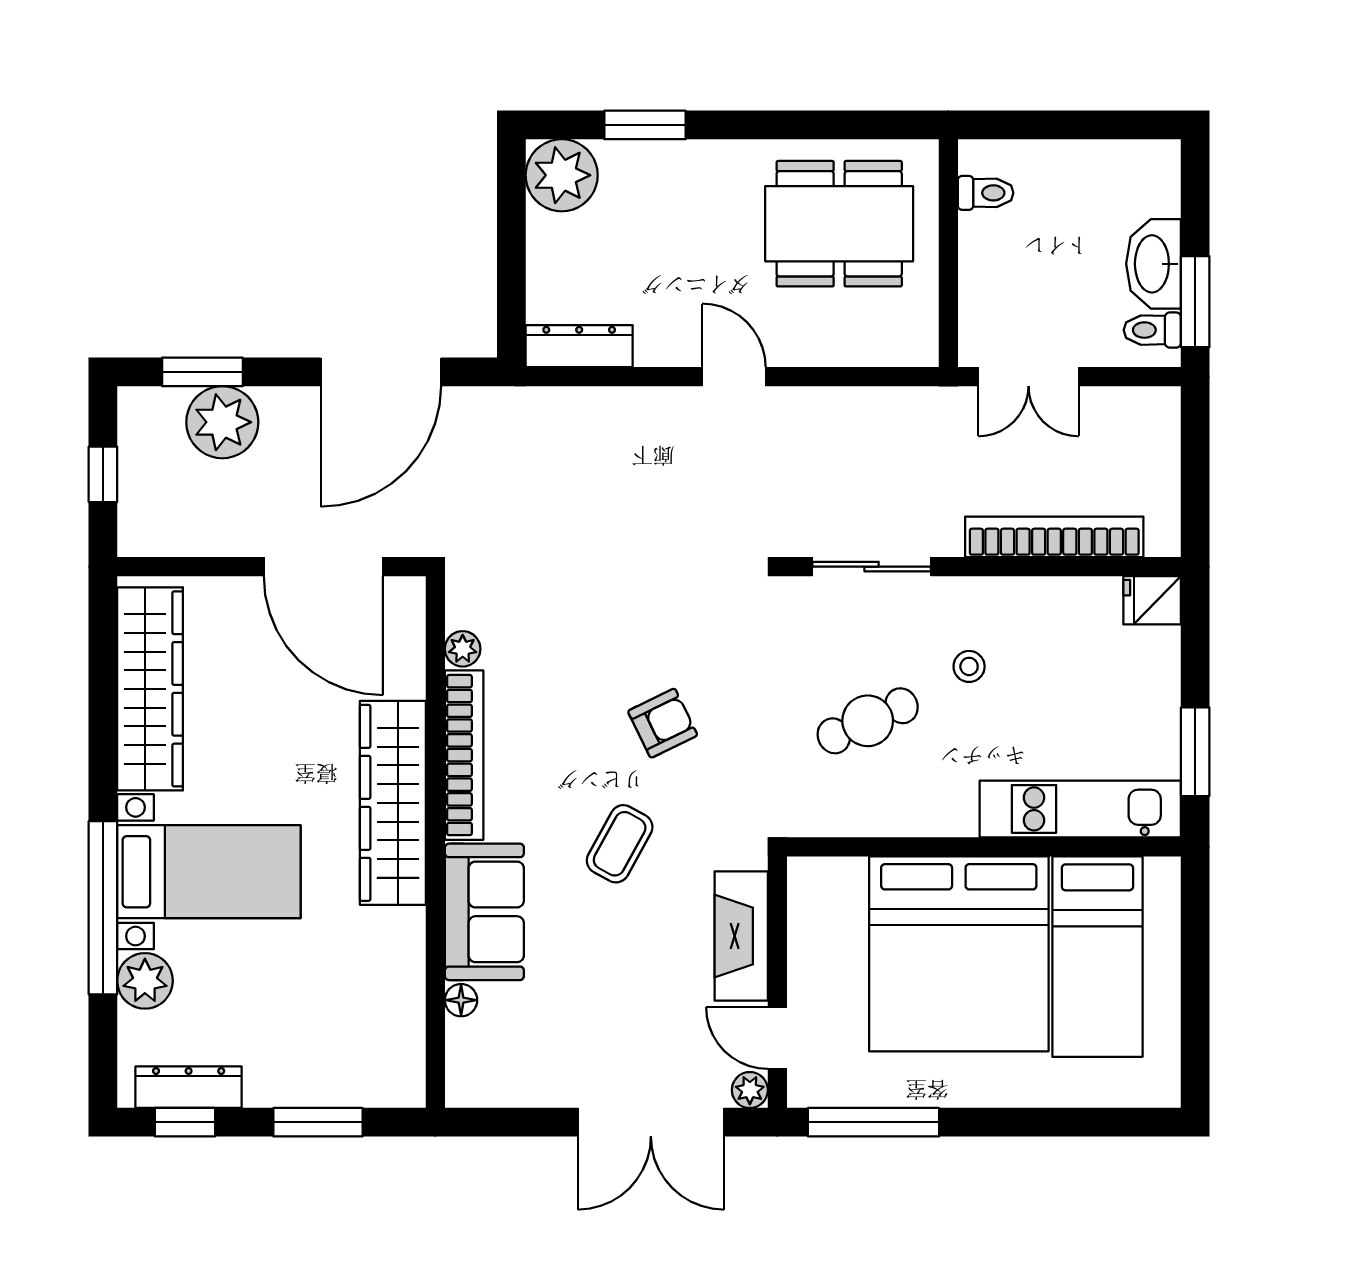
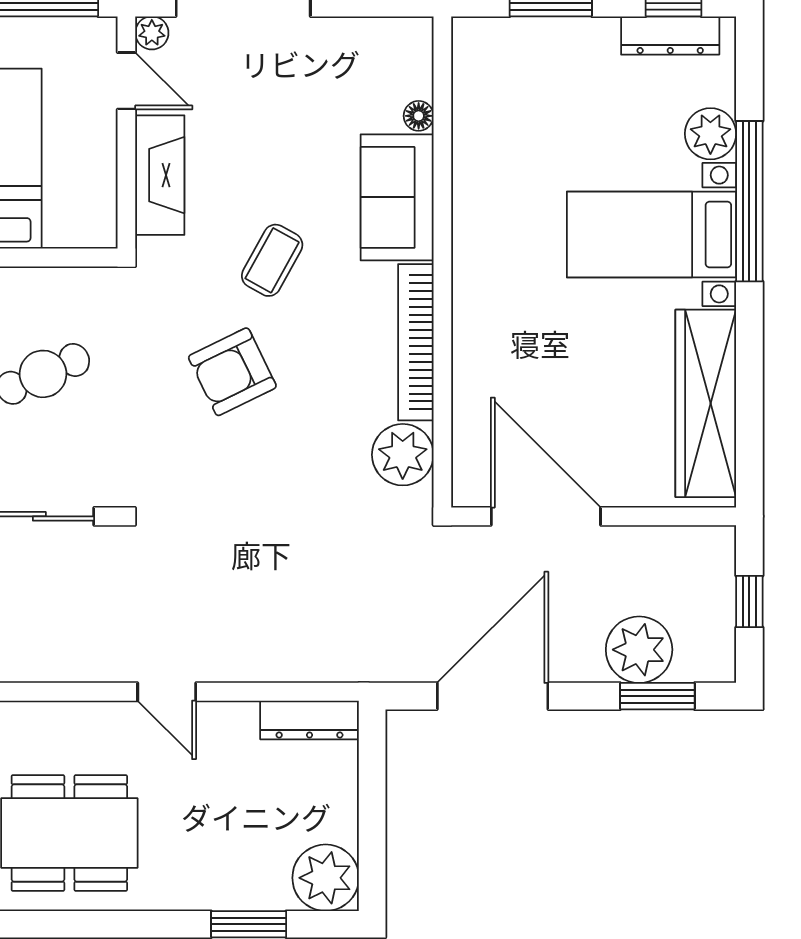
plant: (463, 649) -> (403, 455), width x1.87, depth x1.87
armchair: (663, 723) -> (232, 372), width x1.38, depth x1.38
wardrobe: (393, 803) -> (482, 298), removed

